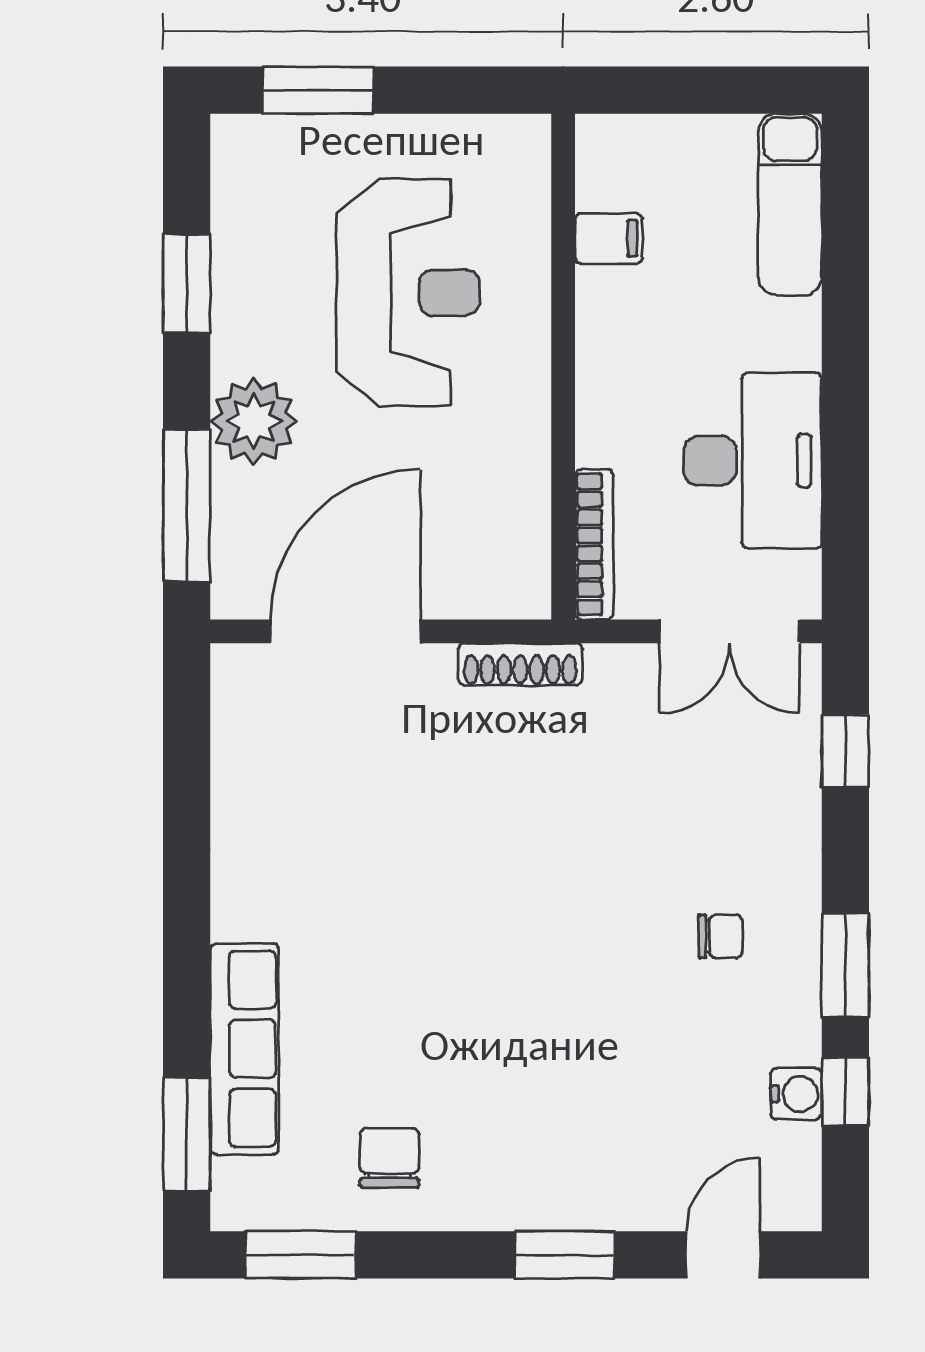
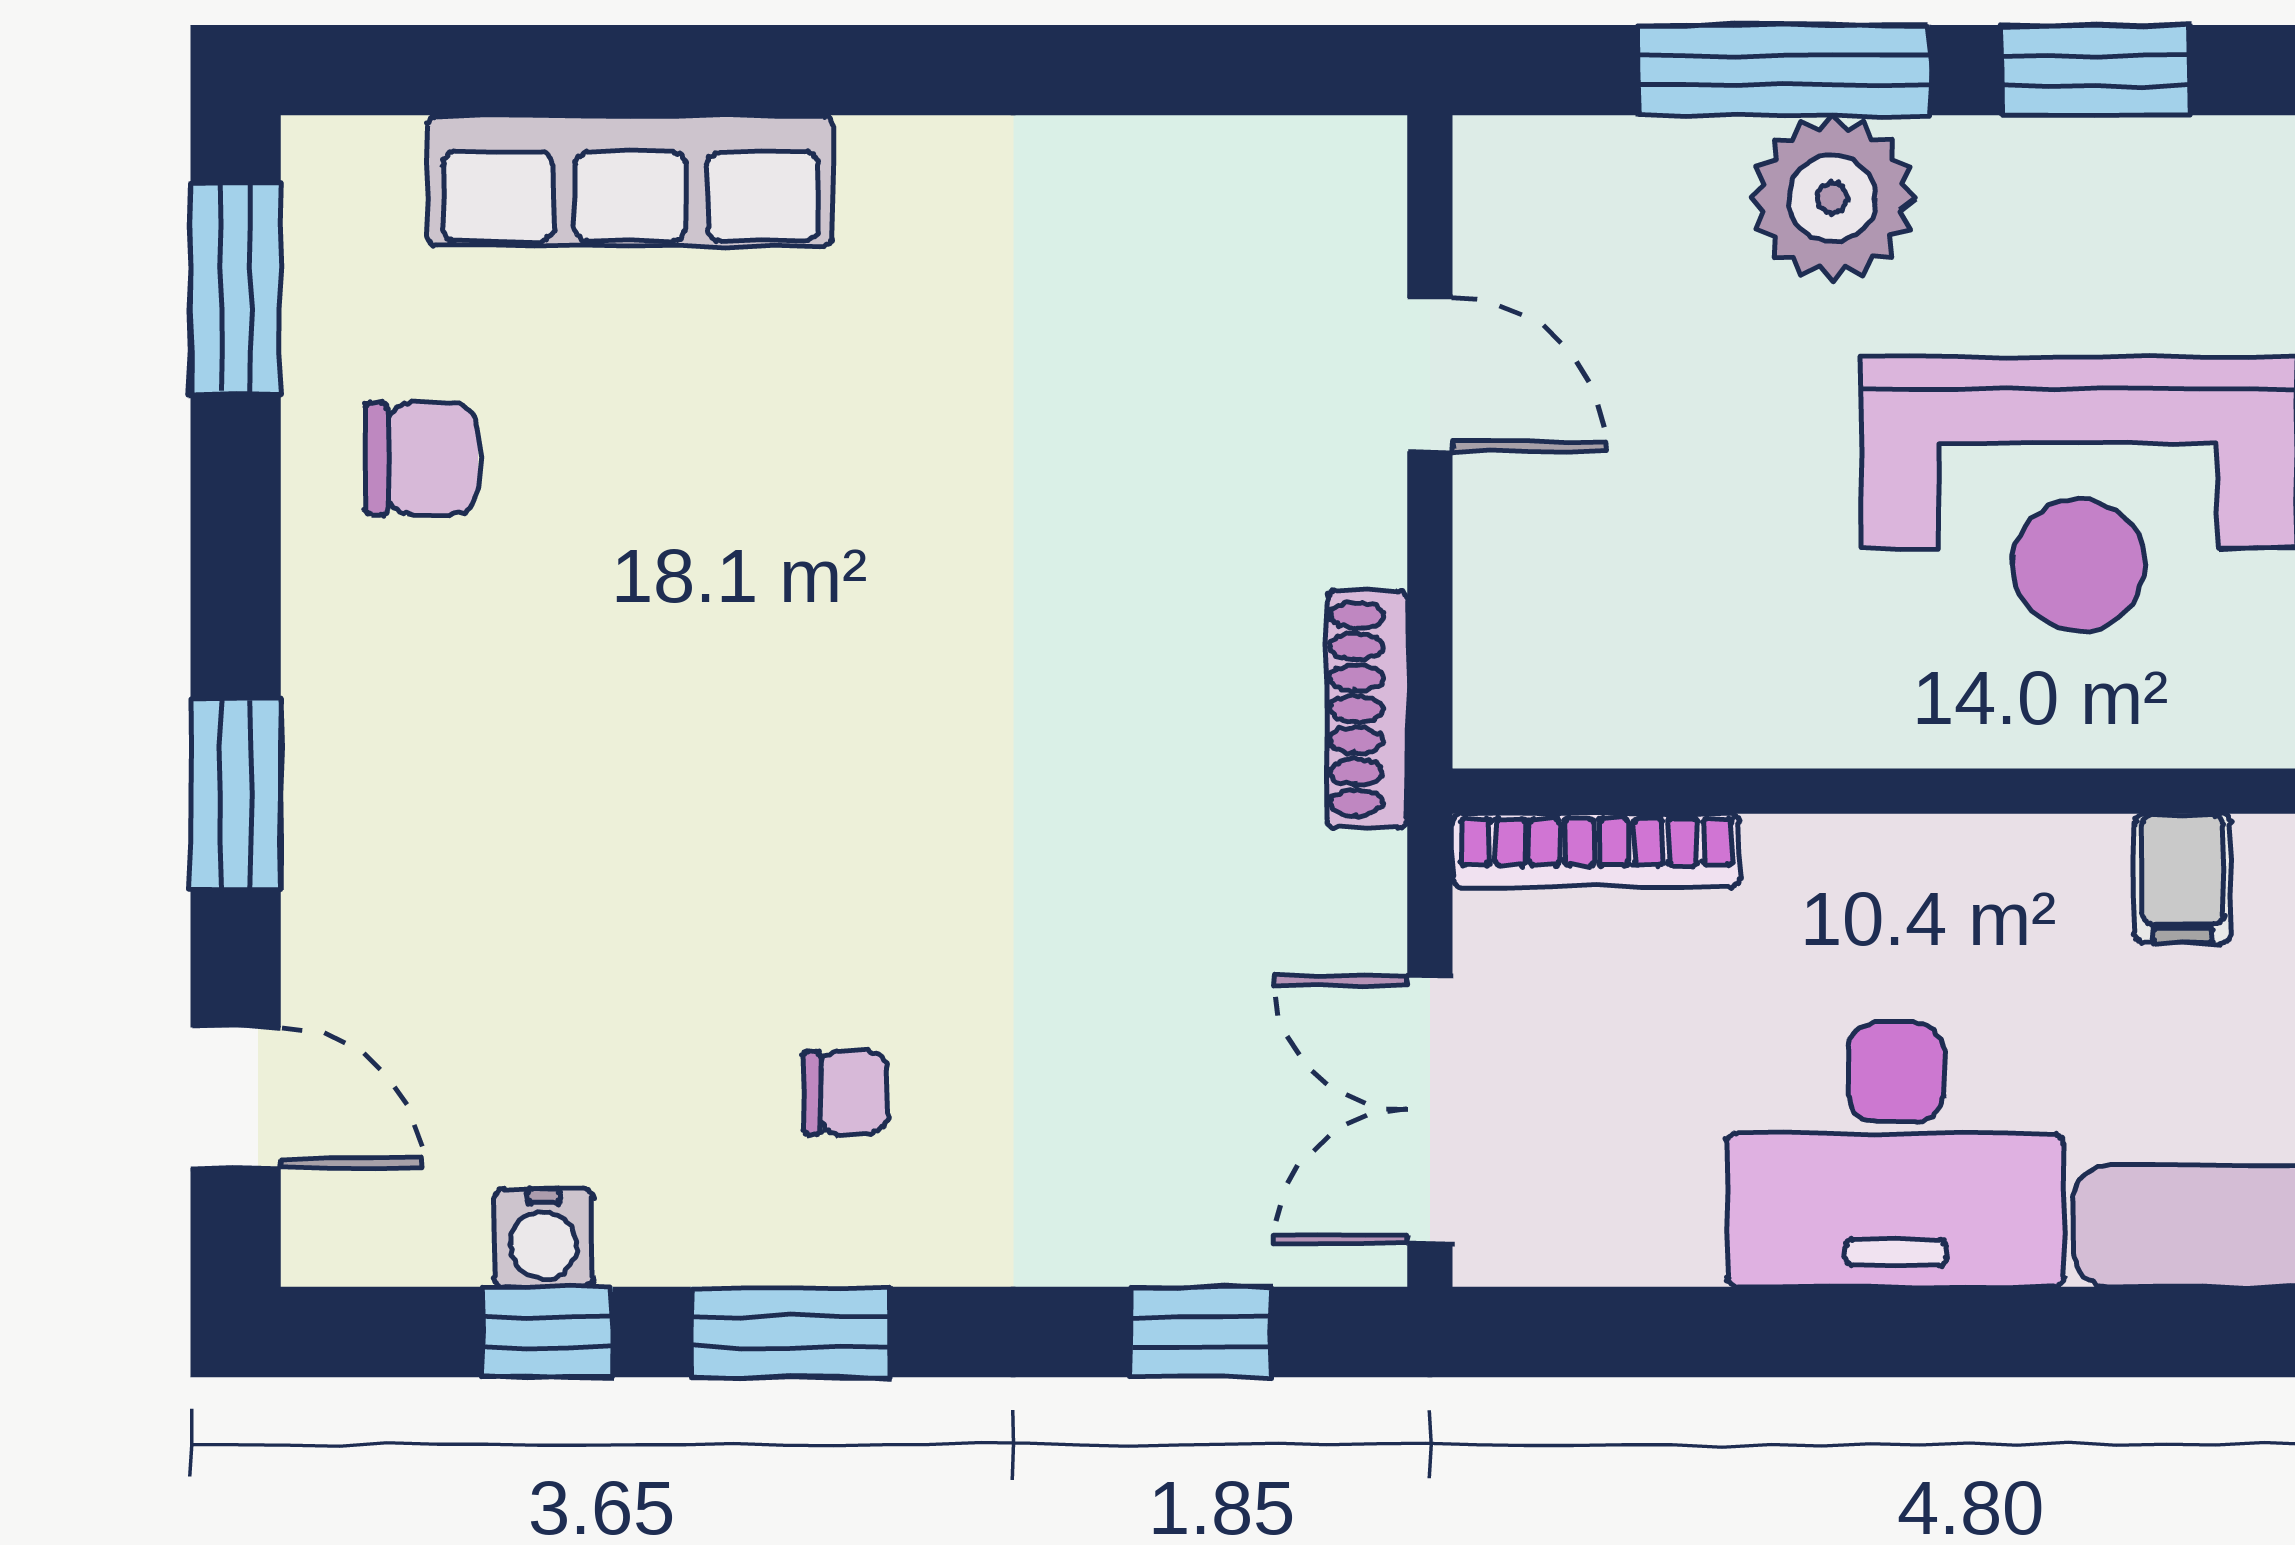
desk: (753, 461) -> (1896, 1155), moved
window: (187, 505) -> (1783, 70), moved
door: (346, 631) -> (1430, 375), width x0.53
chair: (721, 936) -> (845, 1093), turned -90
window: (187, 1134) -> (467, 70), removed

